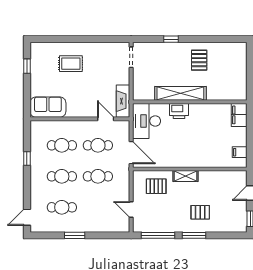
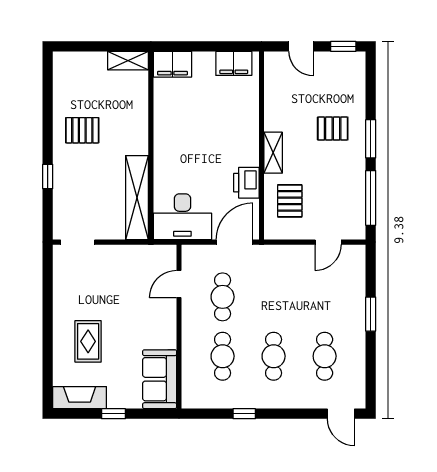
window: (27, 66) -> (113, 414), moved
shelving: (241, 88) -> (128, 61), added
shelving: (180, 93) -> (137, 198), moved
fireplace: (123, 101) -> (80, 398), moved, turned 180
printer: (179, 111) -> (246, 183), moved, turned 180
filing cabinet: (240, 152) -> (234, 63), width x2.00
cafe table: (98, 176) -> (274, 297), removed
pallet: (200, 212) -> (333, 129), turned 90
window: (75, 235) -> (371, 314), moved

